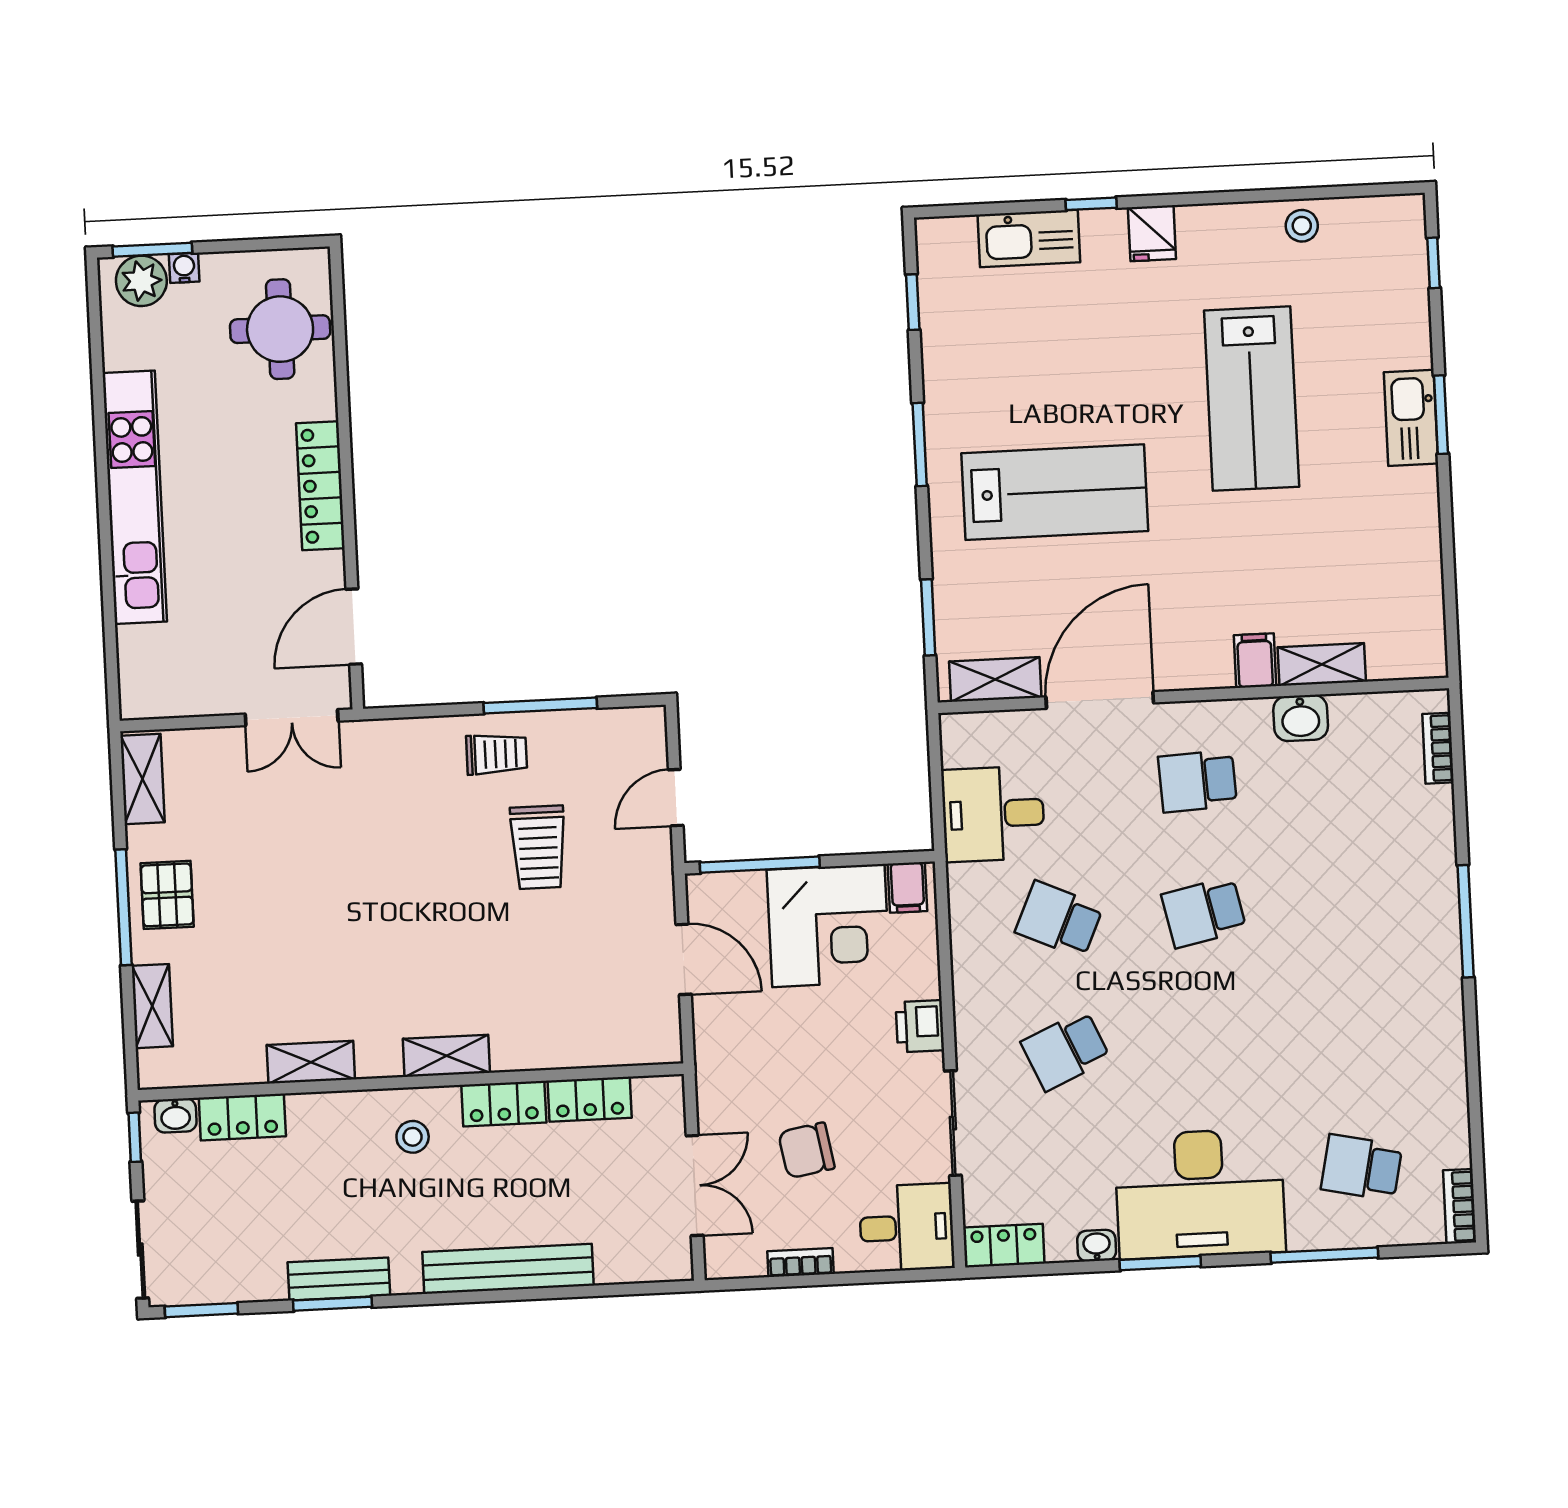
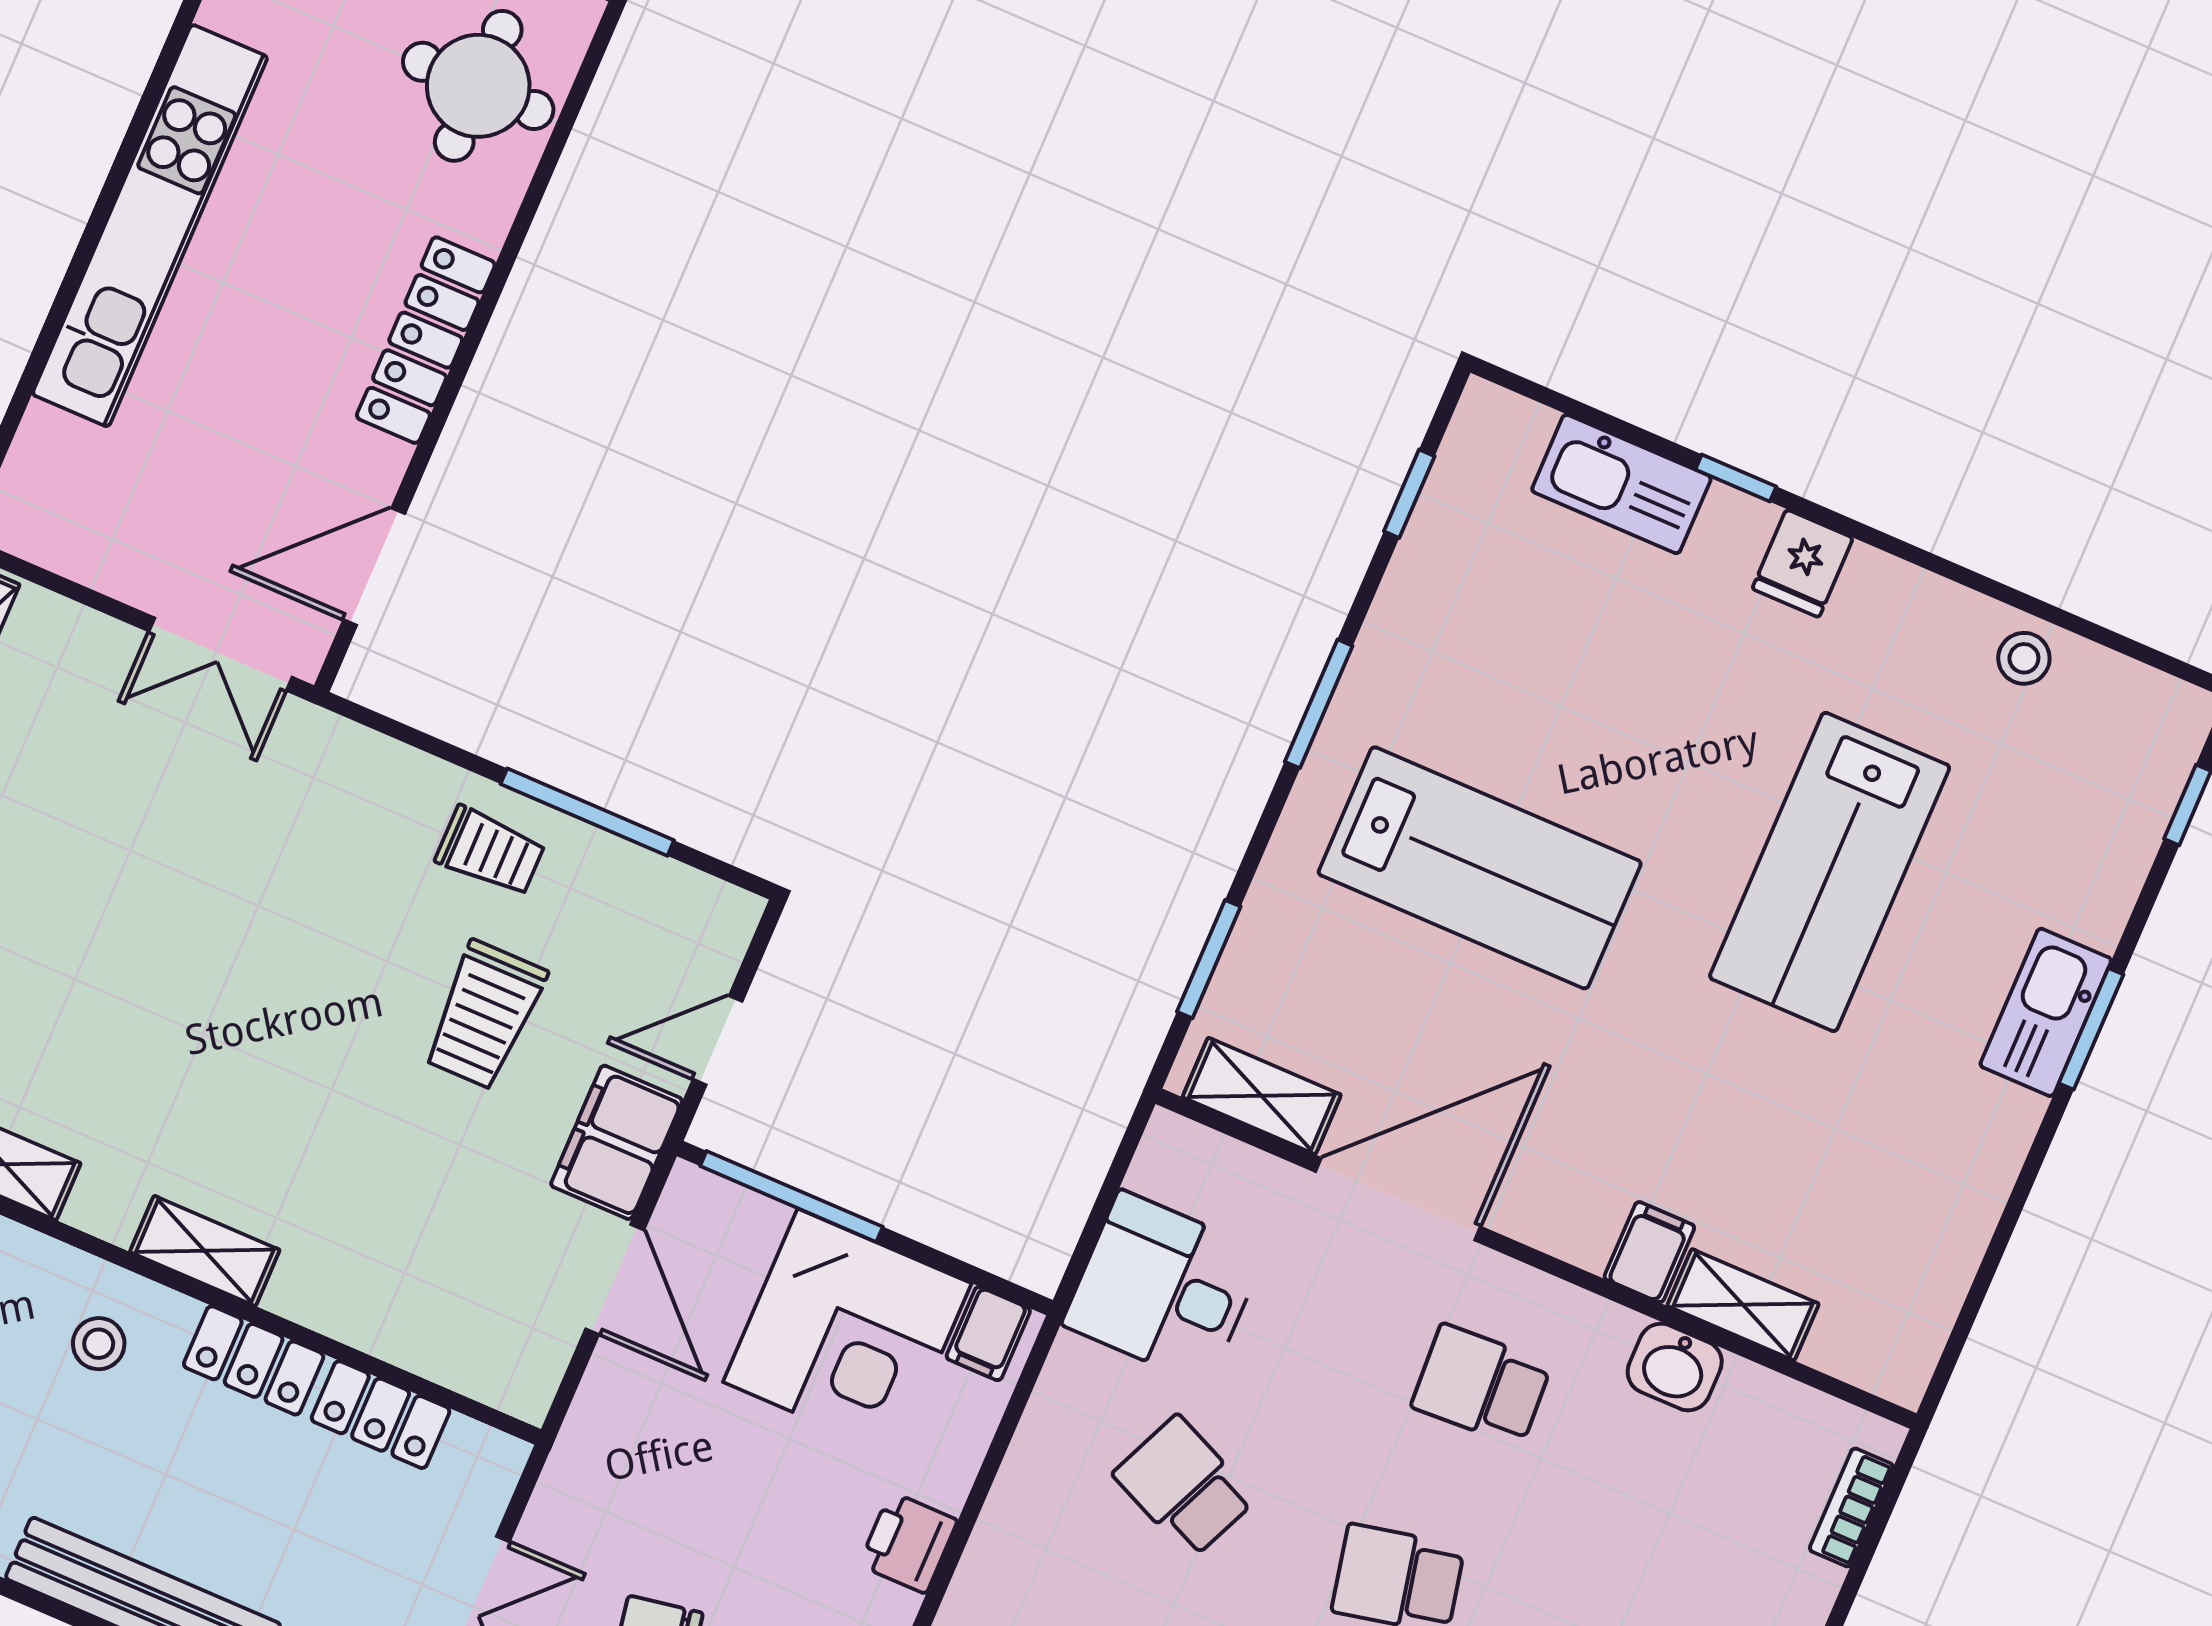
filing cabinet: (647, 882) -> (617, 1142), added

